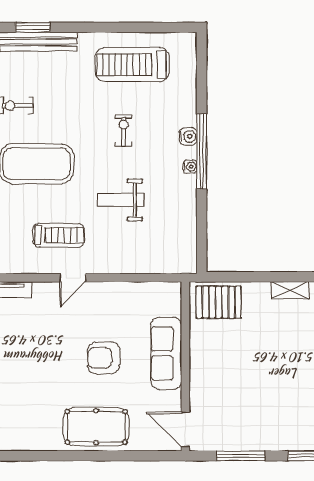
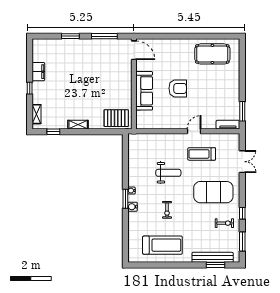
window: (202, 151) -> (125, 199), width x0.47
pool table: (96, 427) -> (212, 54), moved

